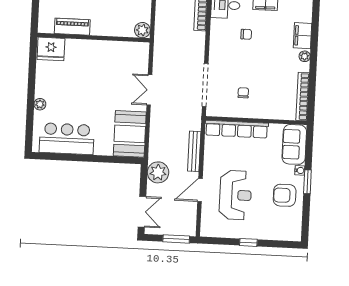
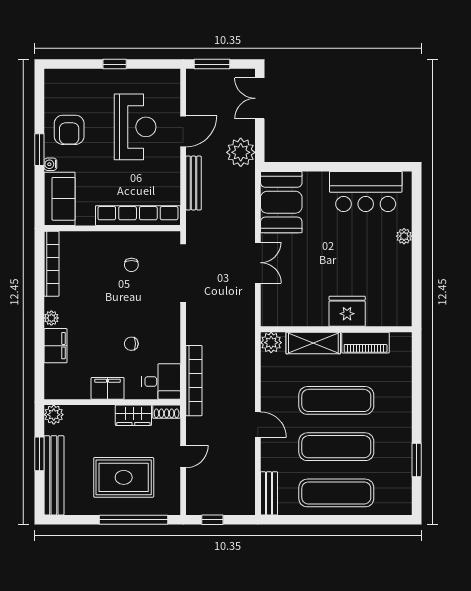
shelving: (111, 28) -> (313, 343), added
fridge: (51, 49) -> (347, 311), moved
reception desk: (235, 195) -> (135, 127), turned 180
armchair: (285, 195) -> (69, 130), turned 90

